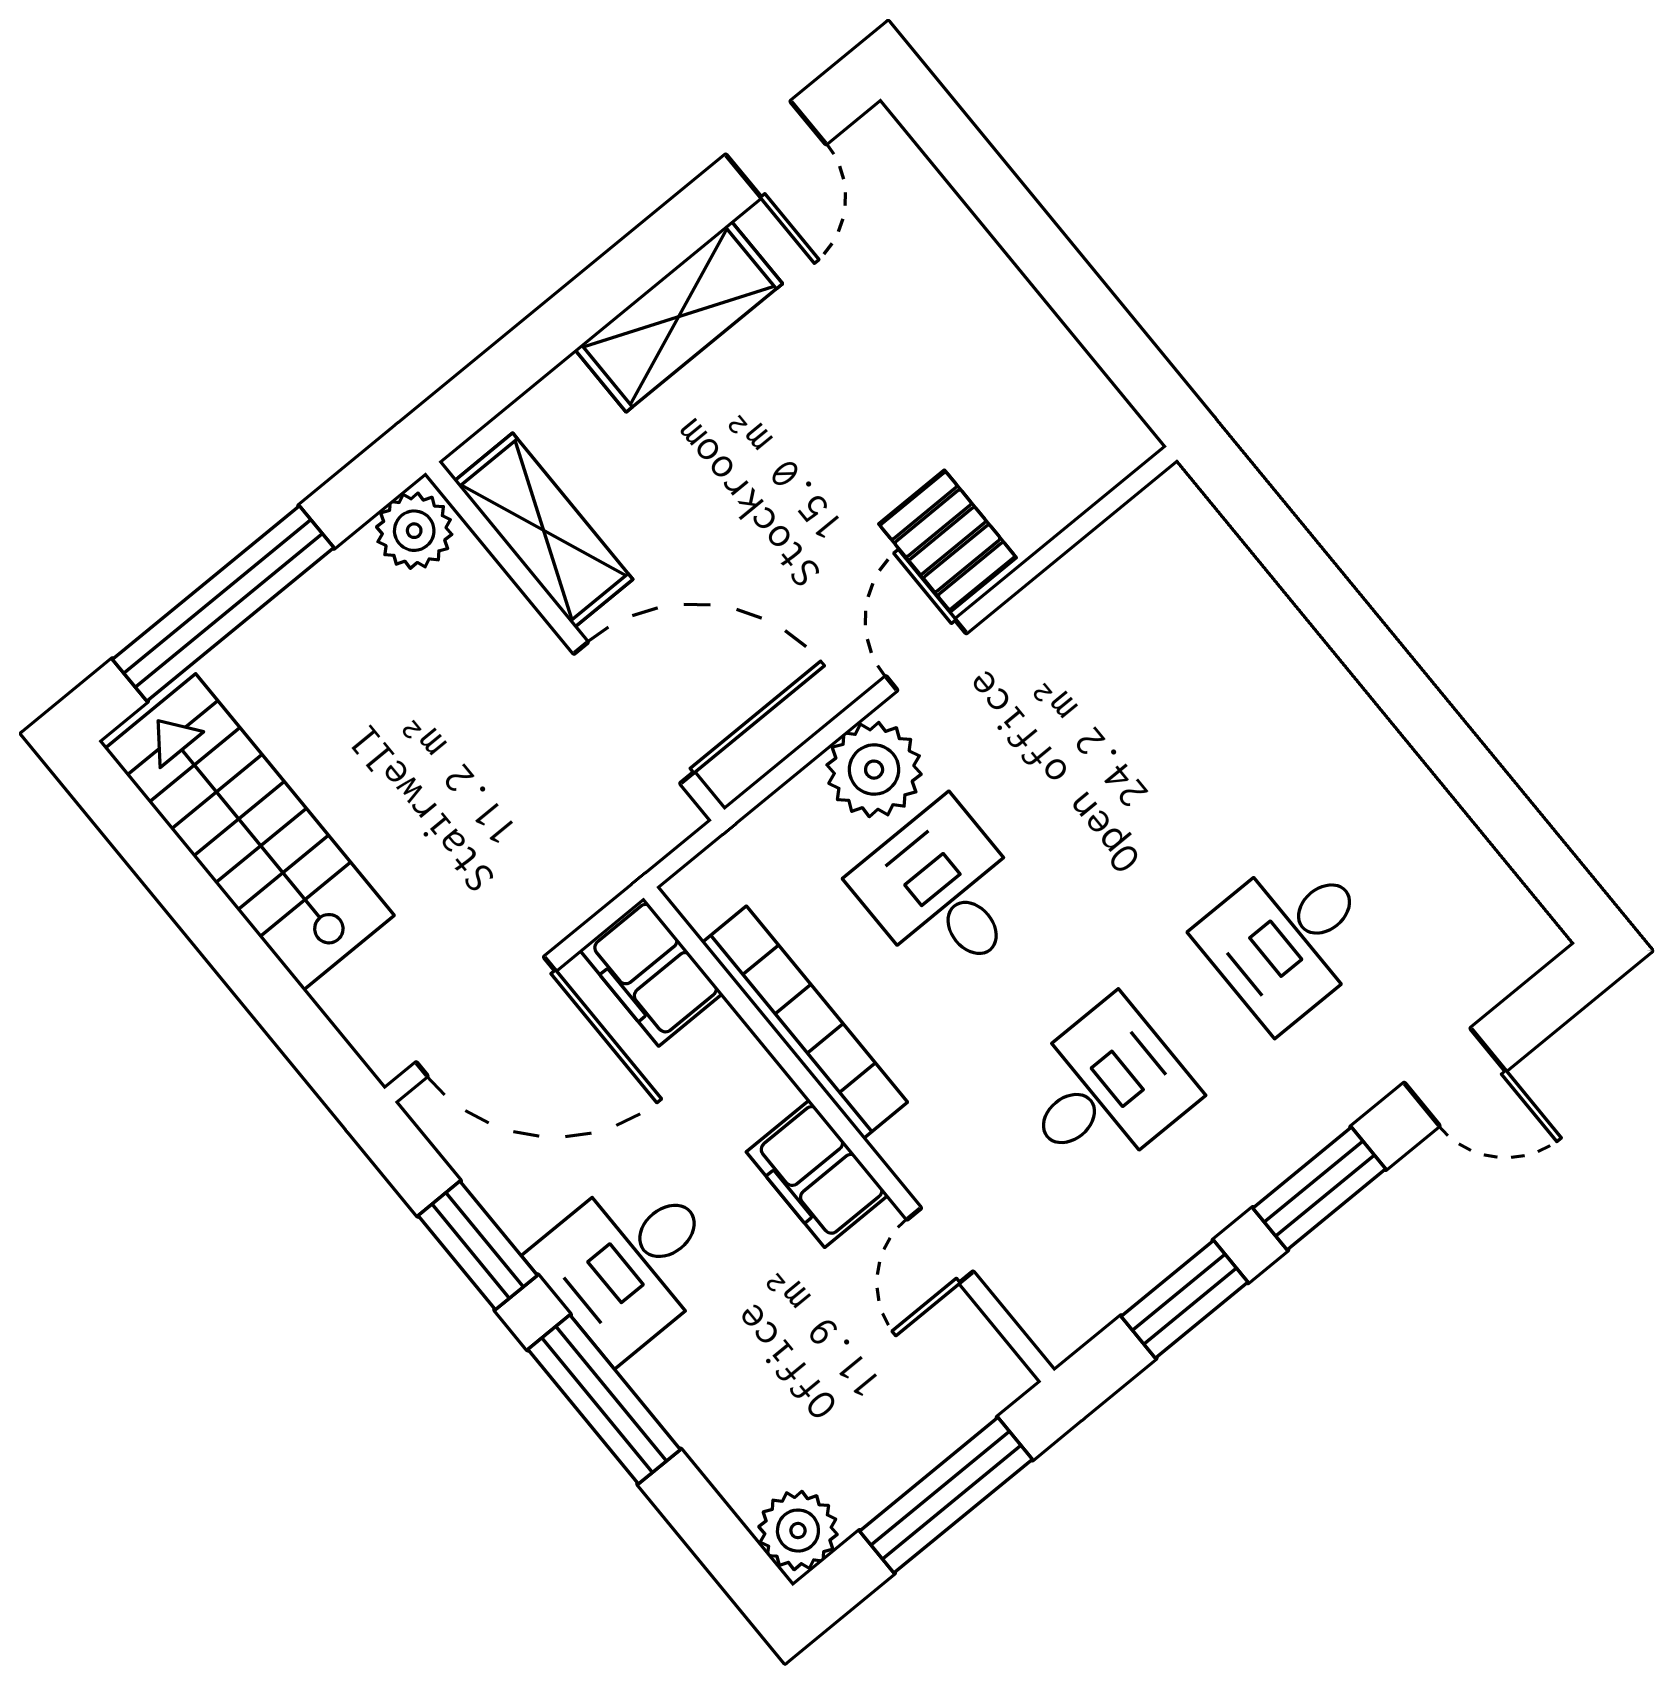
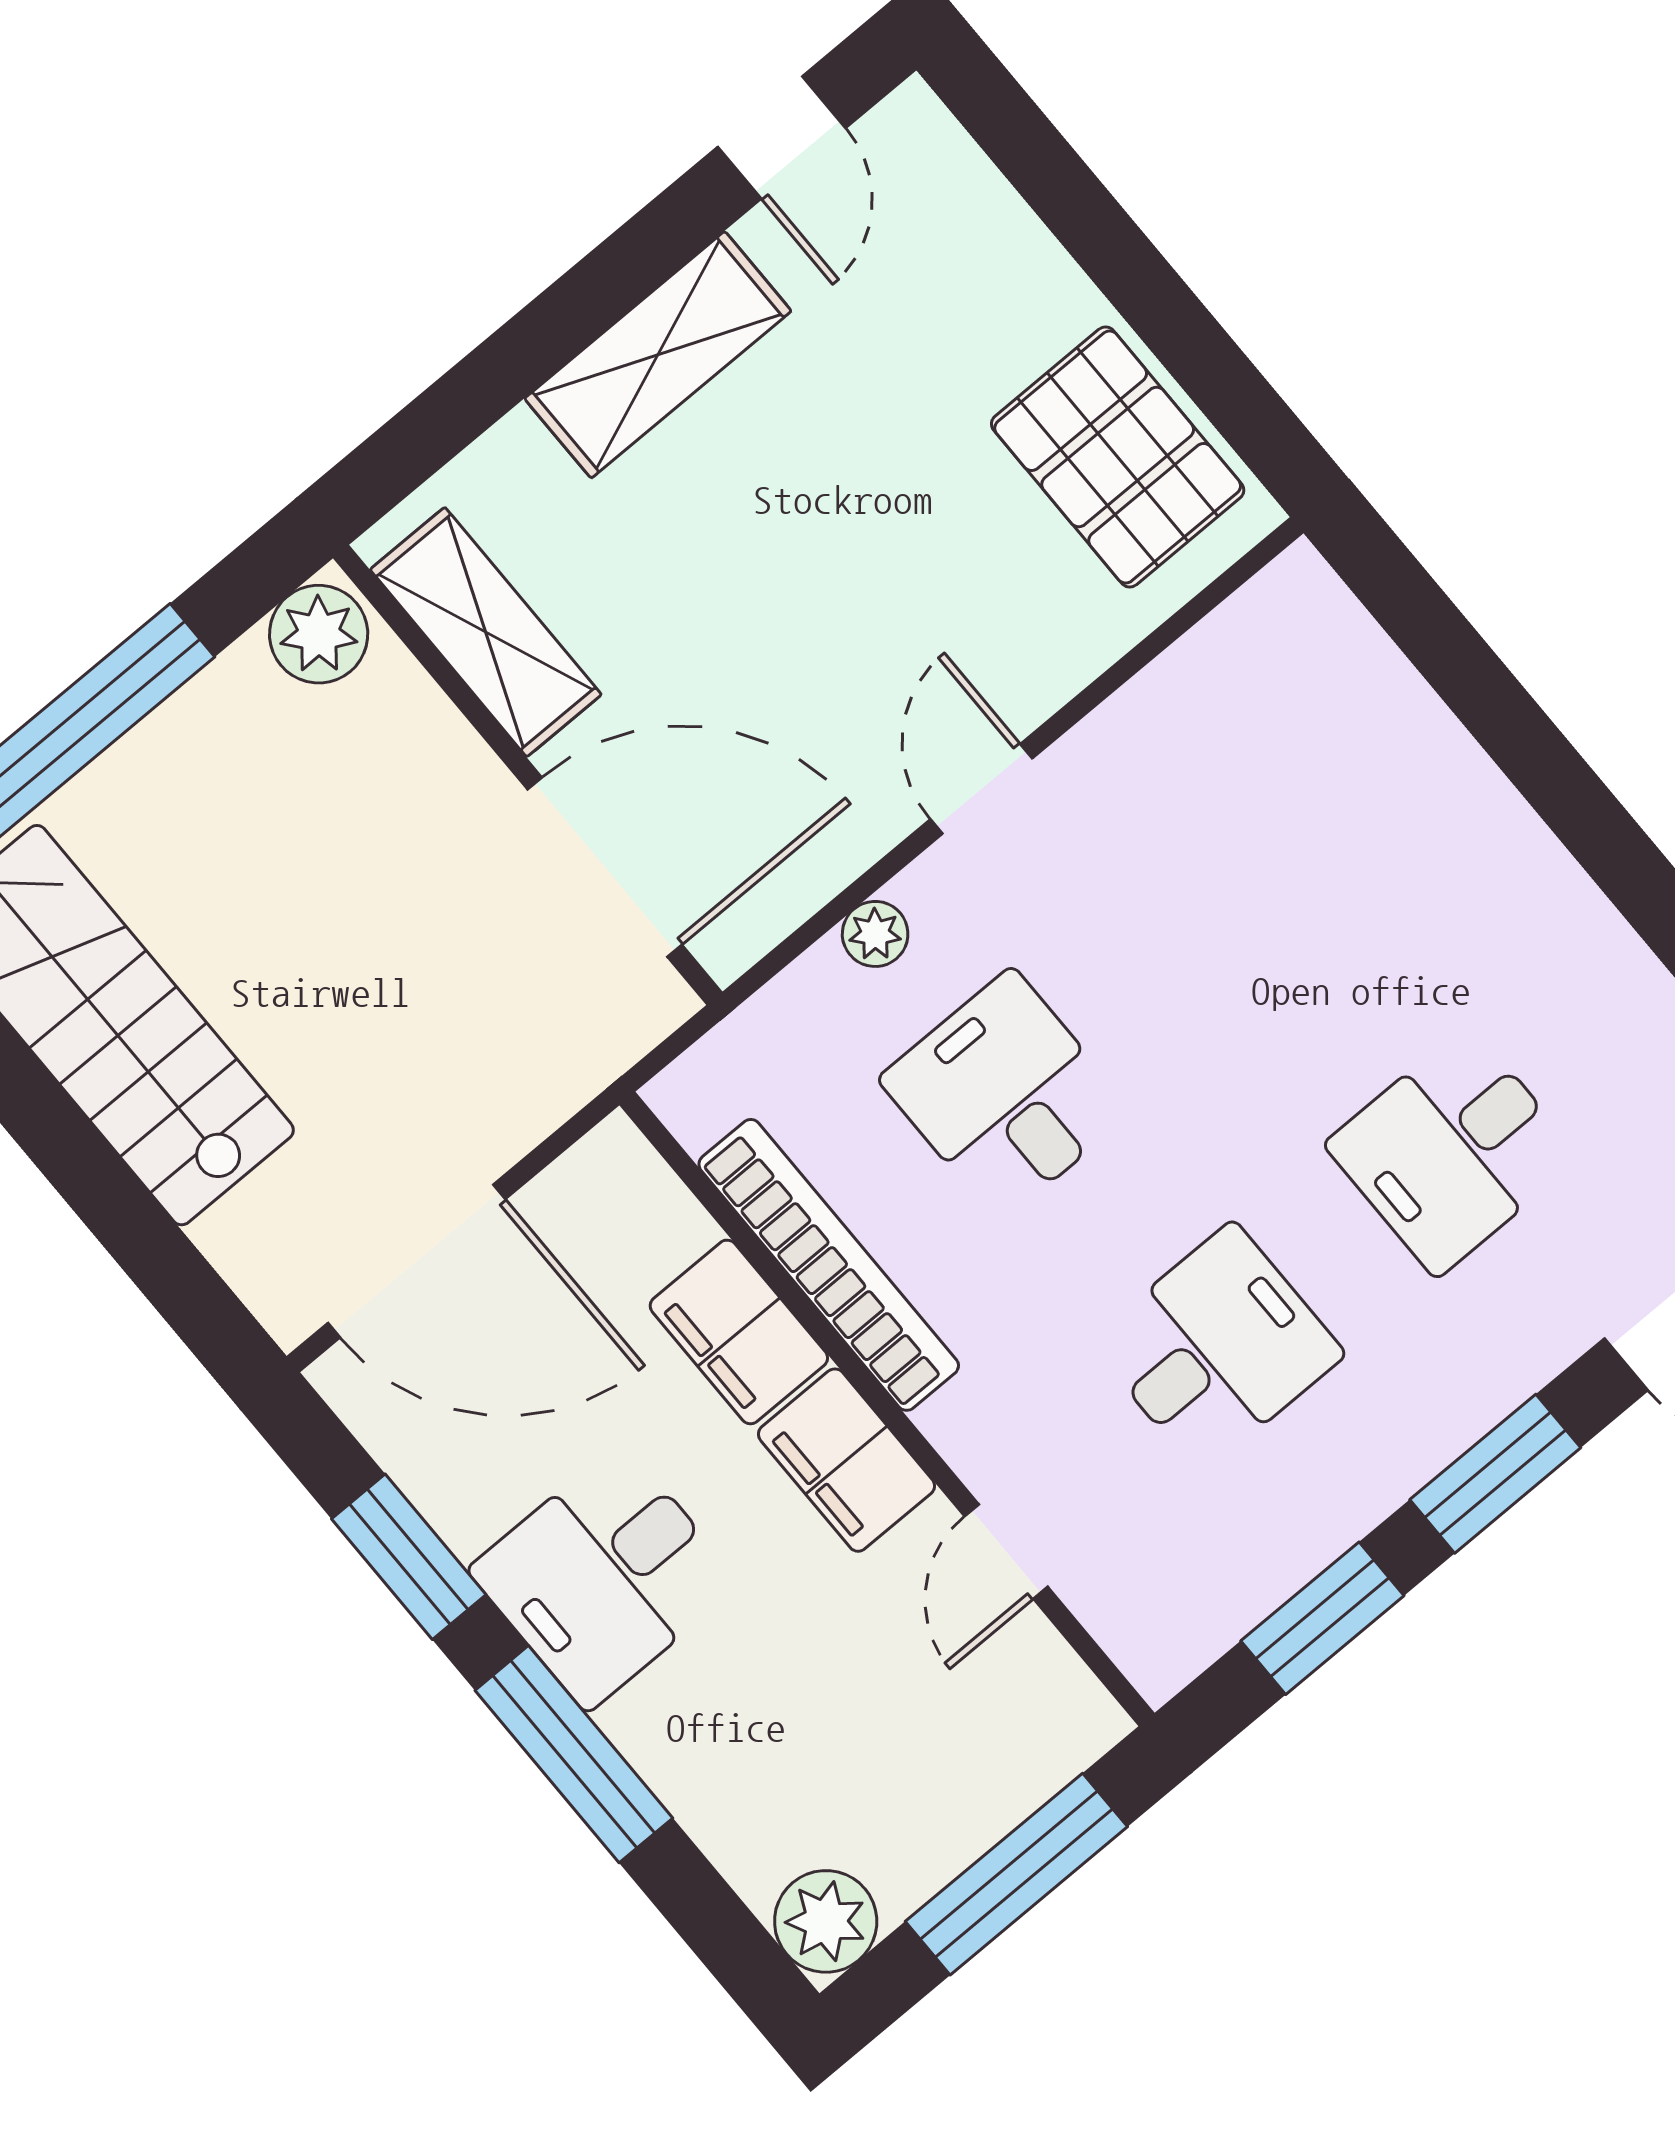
pallet: (948, 541) -> (1118, 457), moved, width x1.50, depth x1.42
plant: (874, 770) -> (875, 934), width x0.53, depth x0.53
filing cabinet: (651, 972) -> (739, 1332), moved

